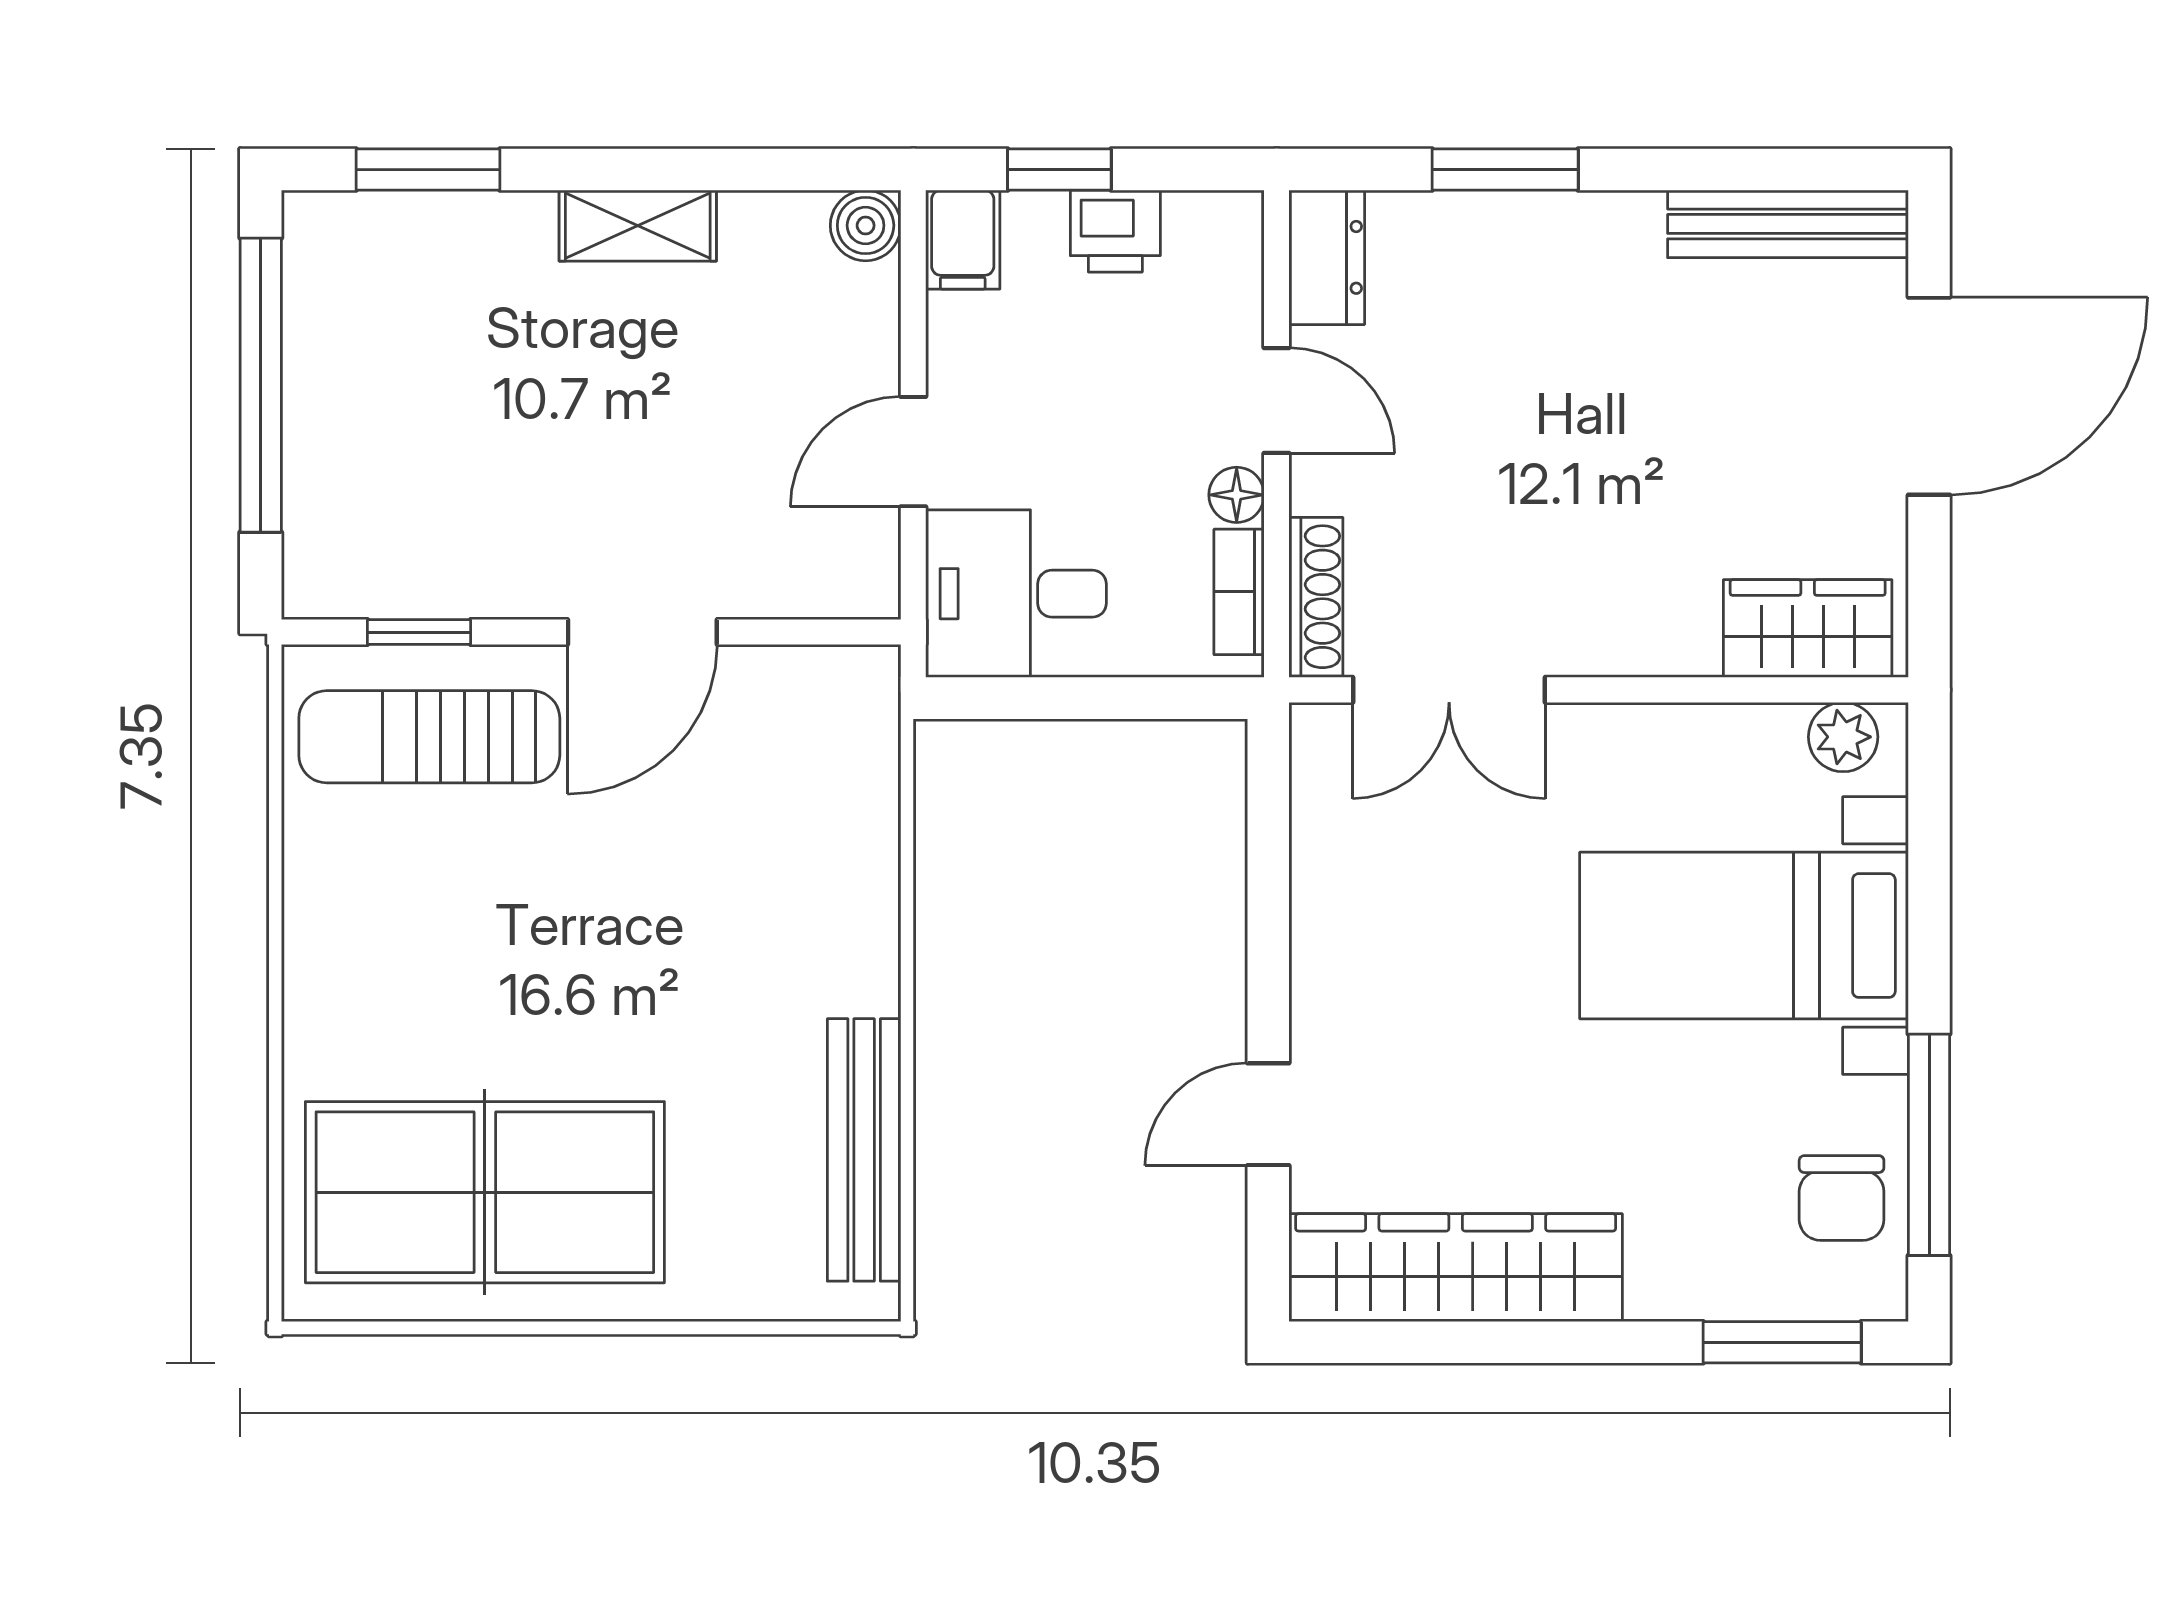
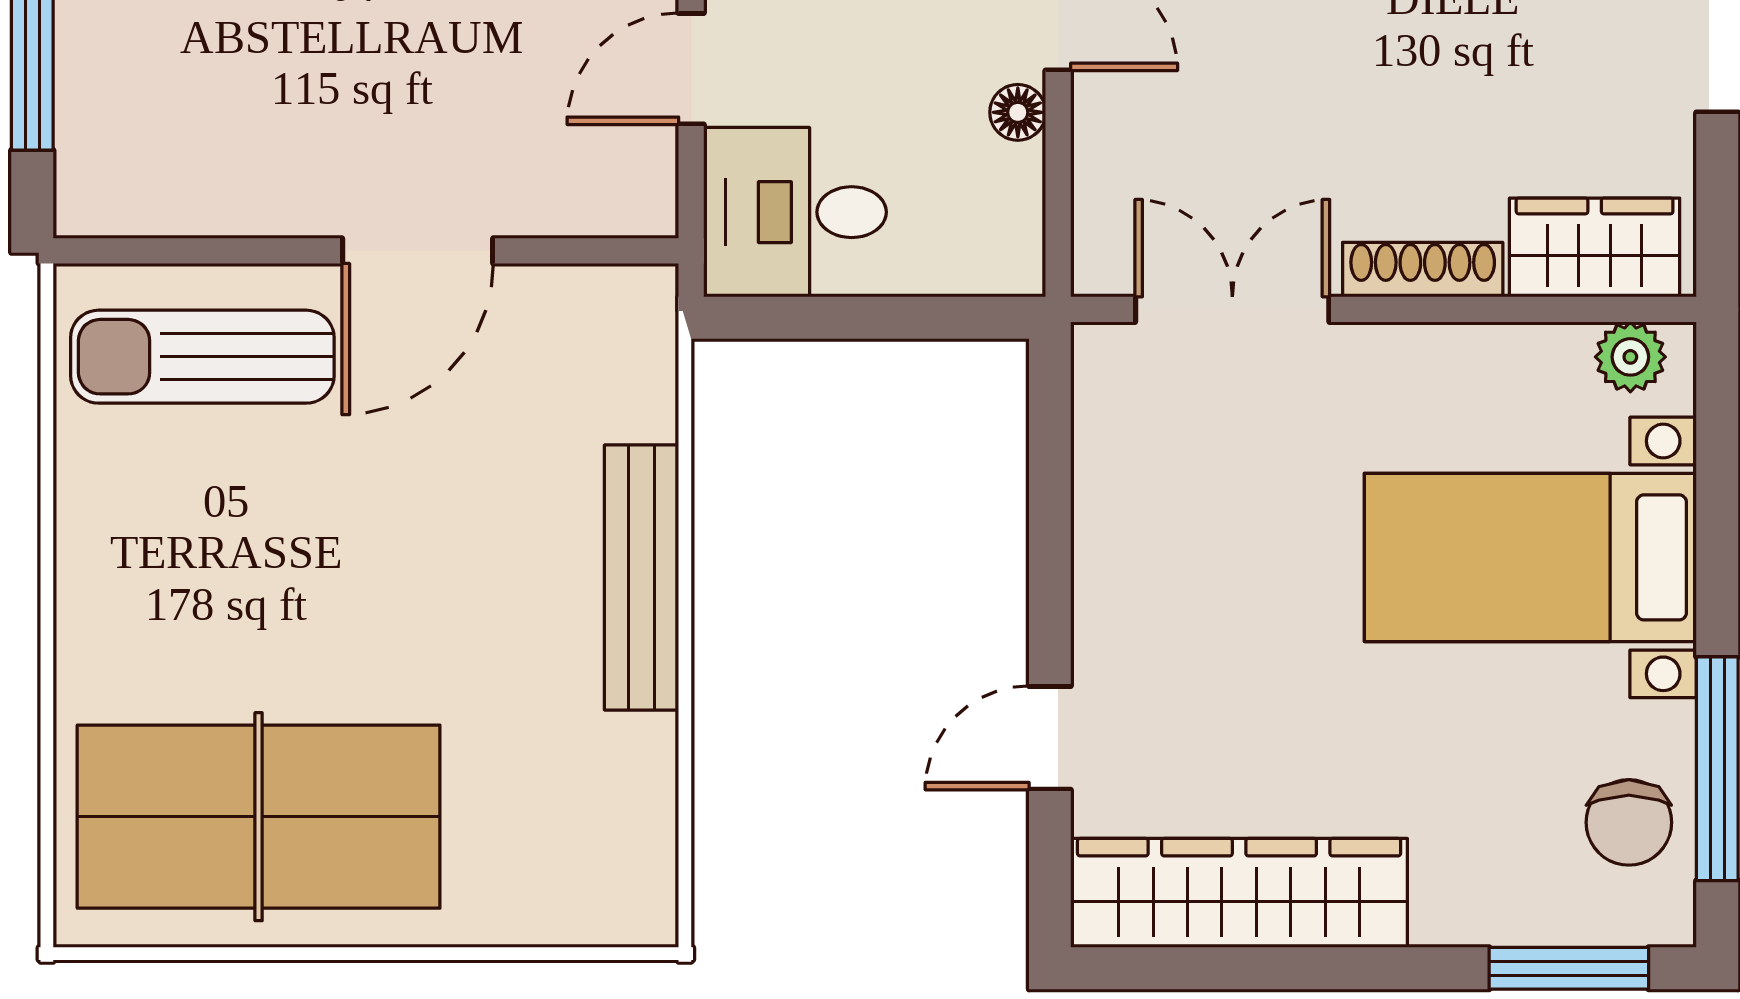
bookcase: (1239, 592) -> (1020, 210), removed
shoe rack: (1316, 597) -> (1423, 270), moved, turned -90
window: (419, 632) -> (192, 251), removed
double door: (1449, 690) -> (1232, 309), swing flipped
bench: (864, 1150) -> (642, 577), moved

